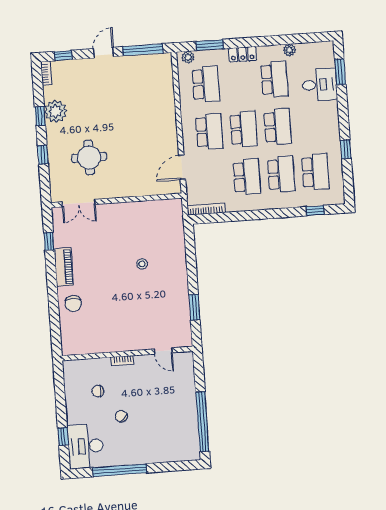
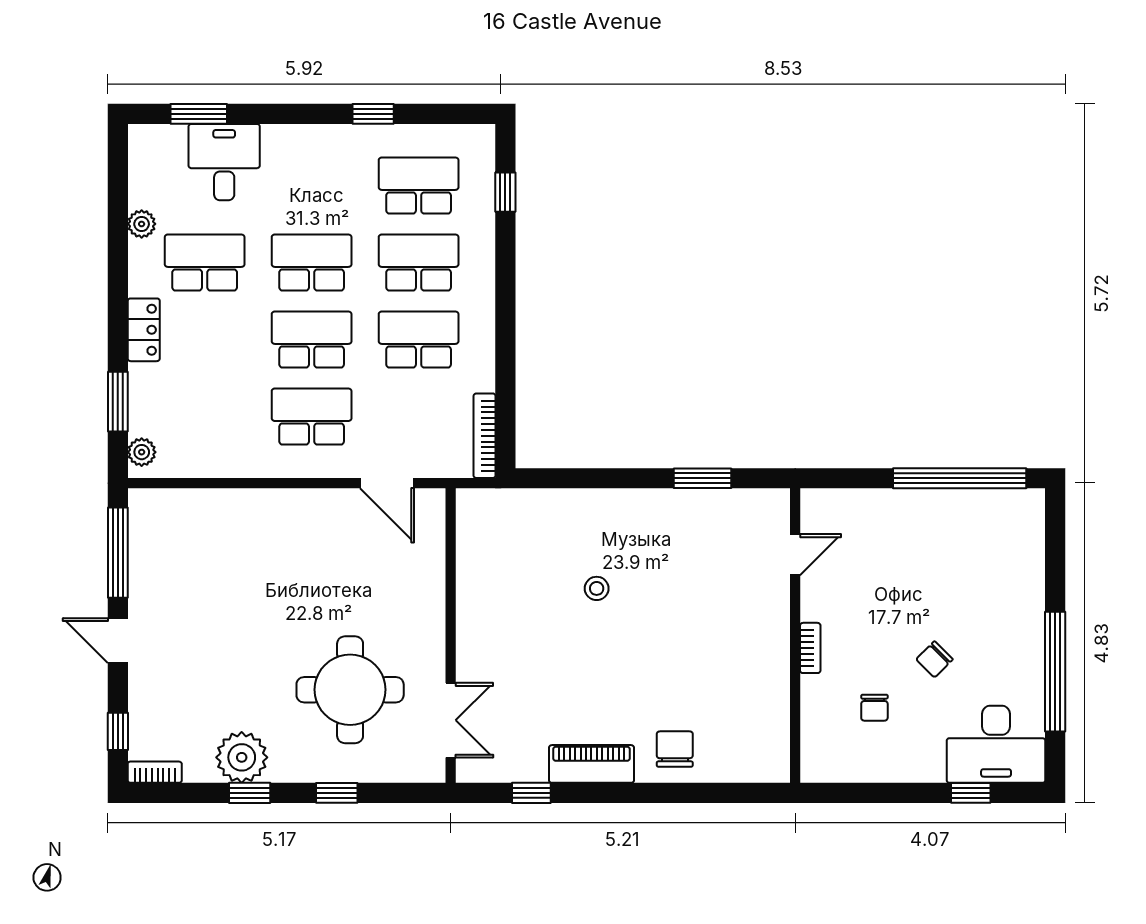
school desk: (206, 84) -> (205, 417), removed
round table: (89, 157) -> (350, 690), width x1.36, depth x1.36
chair: (73, 304) -> (675, 749), turned -90

